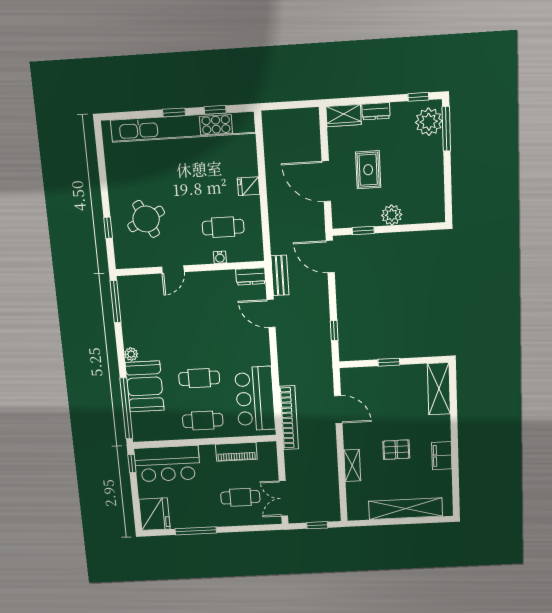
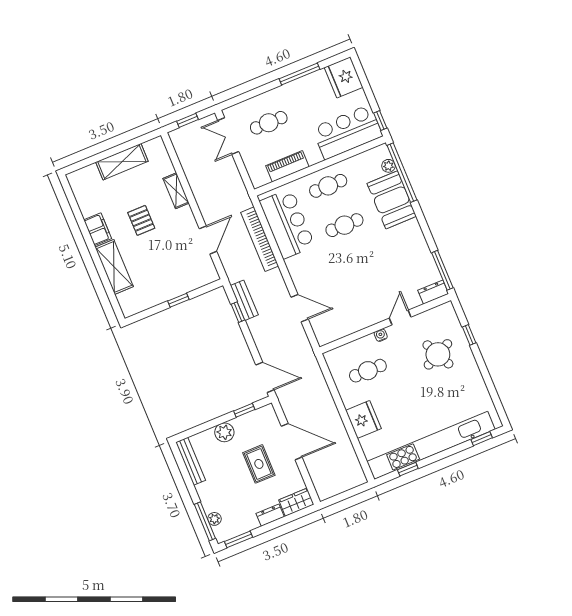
window: (418, 97) -> (238, 539), width x1.50
window: (174, 112) -> (482, 439), moved
plant: (429, 122) -> (214, 519), width x0.53, depth x0.53
fridge: (249, 186) -> (363, 420), width x1.88, depth x1.34
bench: (437, 197) -> (191, 461), added
water cooler: (220, 257) -> (381, 335), moved
bench: (280, 275) -> (244, 300), moved
dresser: (251, 276) -> (433, 292), moved
plant: (131, 354) -> (388, 166), moved
shelving: (439, 389) -> (114, 267), moved
door: (338, 409) -> (208, 240), swing flipped
bookcase: (289, 418) -> (260, 239), moved
pallet: (396, 450) -> (141, 220), turned 90
double door: (283, 498) -> (228, 136), swing flipped
shelving: (406, 509) -> (122, 162), width x0.68

